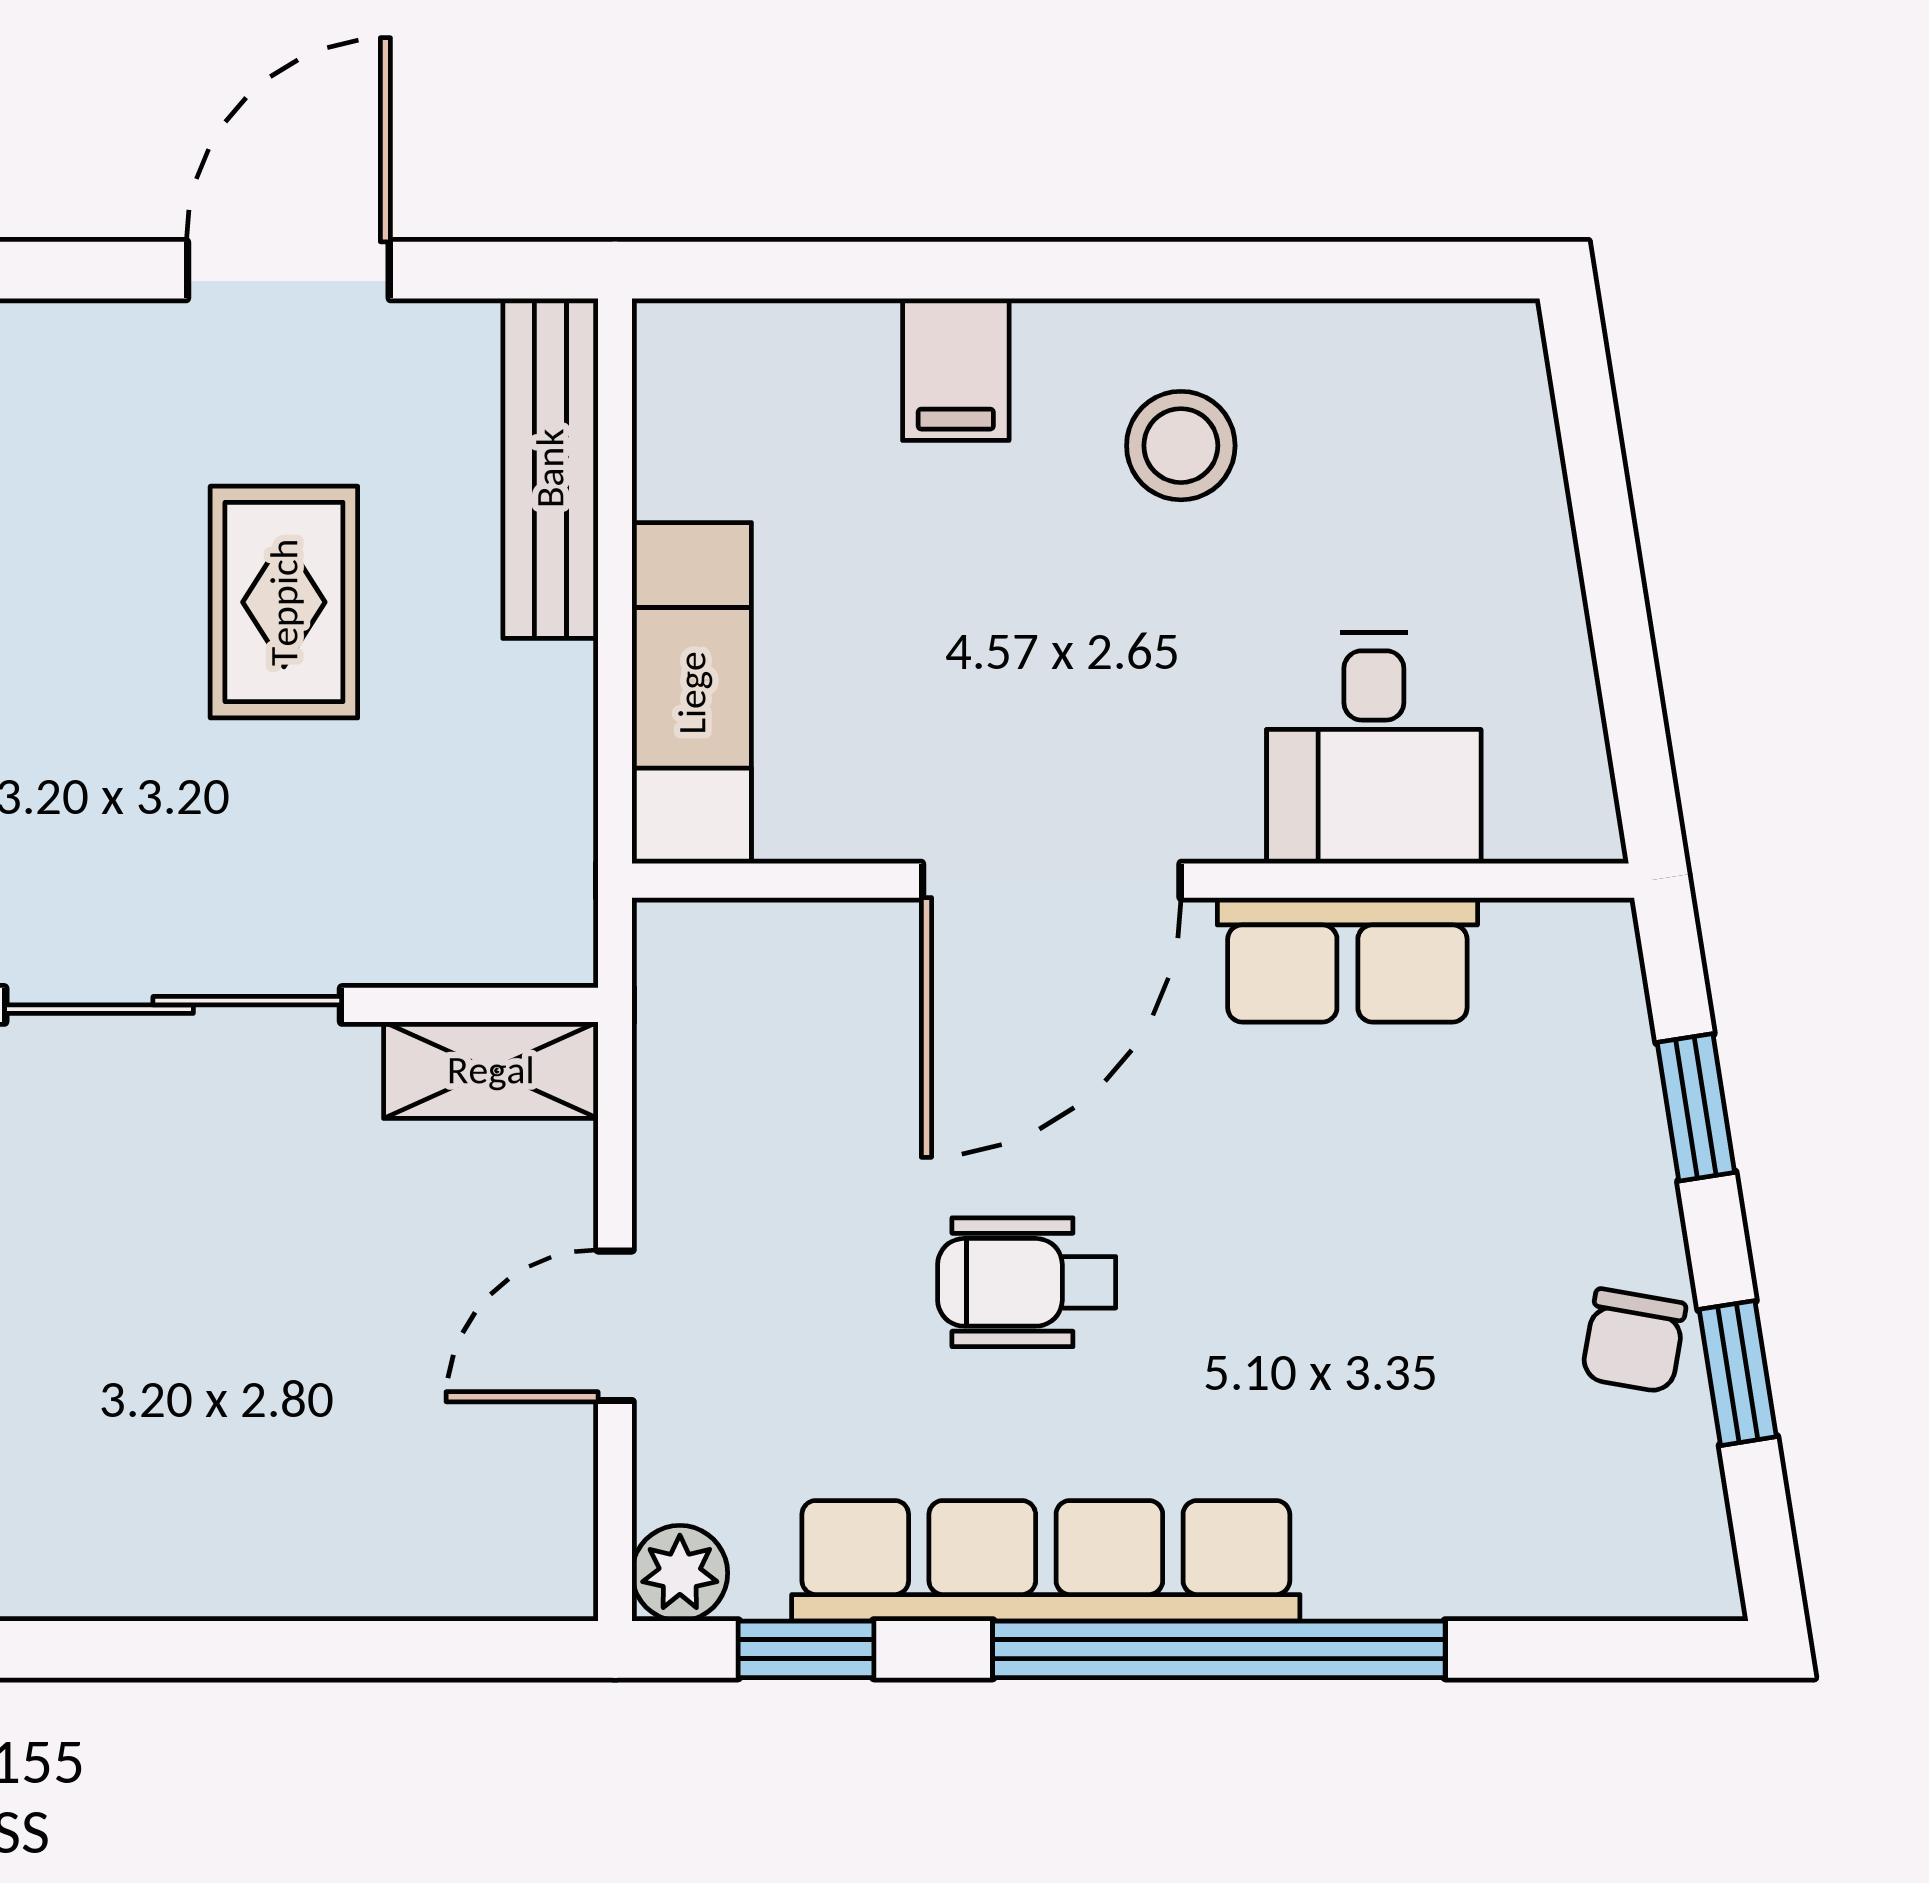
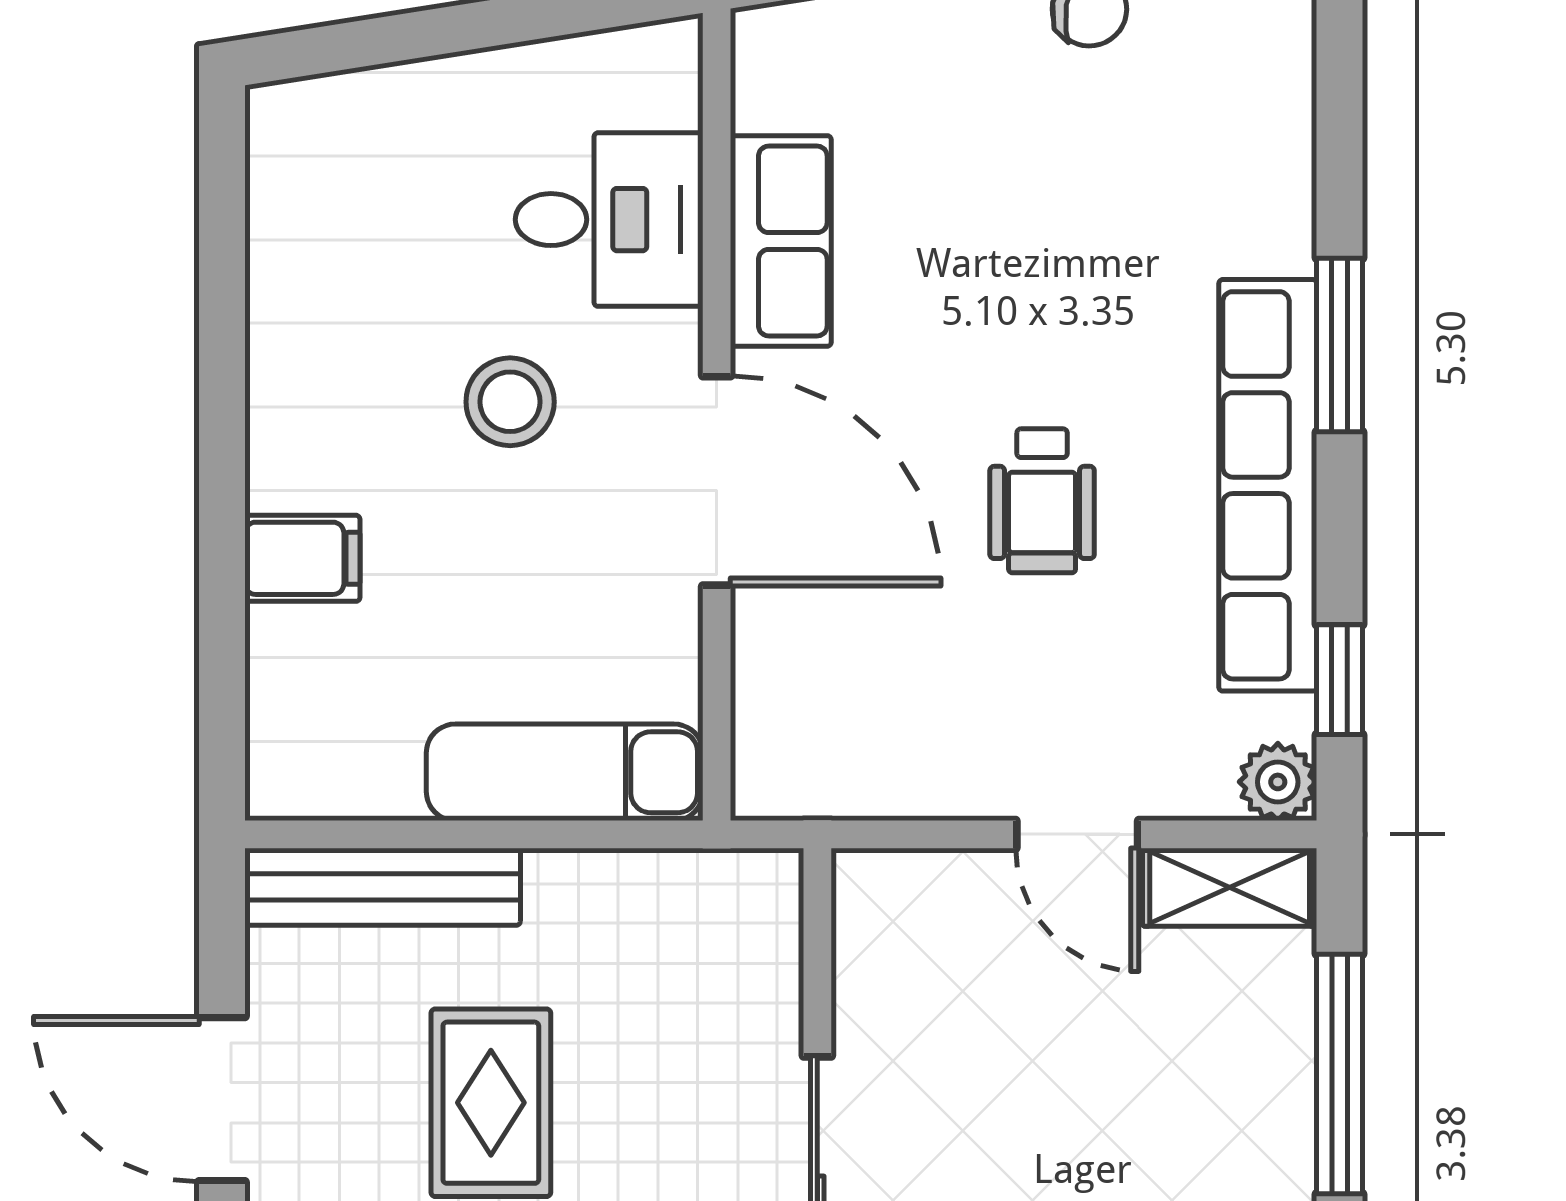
stool: (1181, 446) -> (510, 402), moved
rug: (284, 602) -> (491, 1103), turned 90
shelving: (491, 1070) -> (1230, 887), moved, turned 90
window: (319, 1649) -> (1339, 1074), added
window: (1219, 1649) -> (1339, 345), width x0.47

